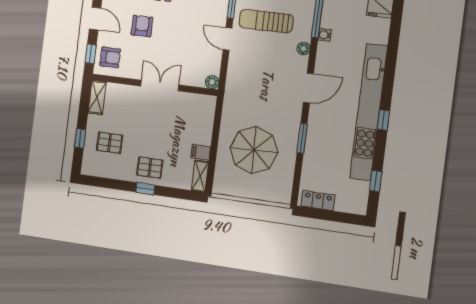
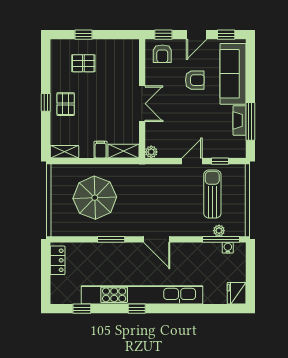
water cooler: (325, 35) -> (228, 248), moved
plant: (303, 49) -> (219, 231), moved
shelving: (97, 97) -> (124, 151), moved
pallet: (110, 143) -> (83, 63), turned 90
filing cabinet: (201, 152) -> (101, 150), moved

